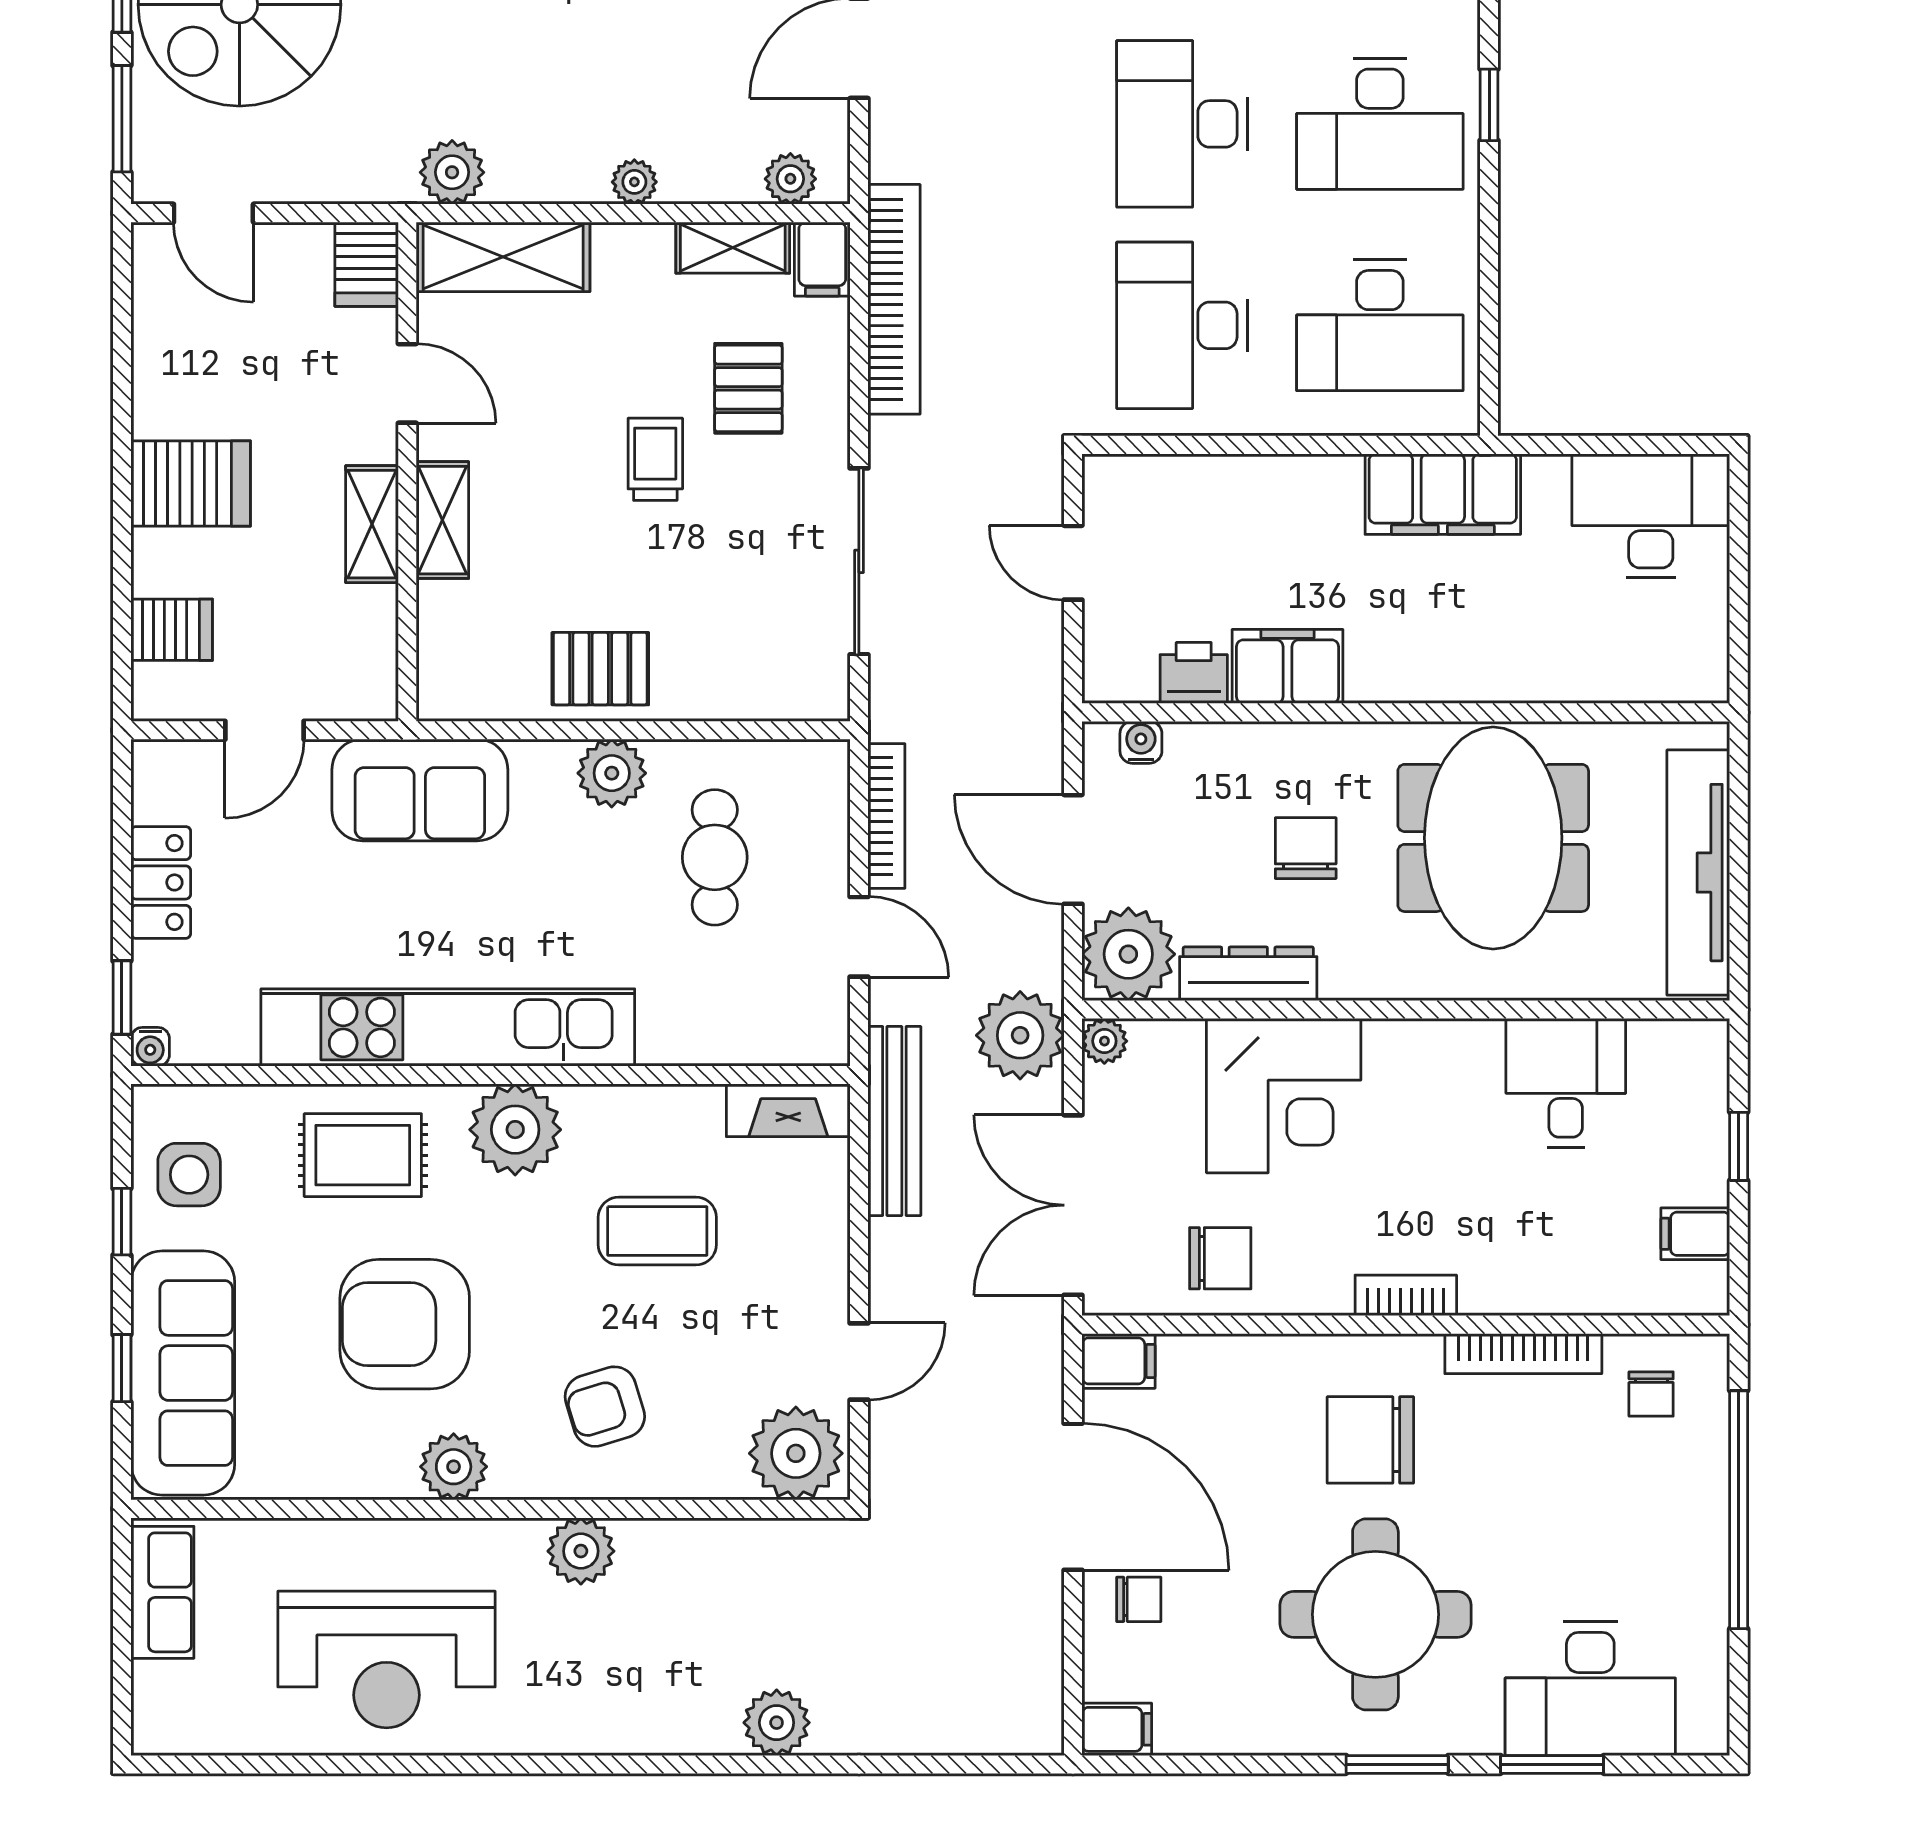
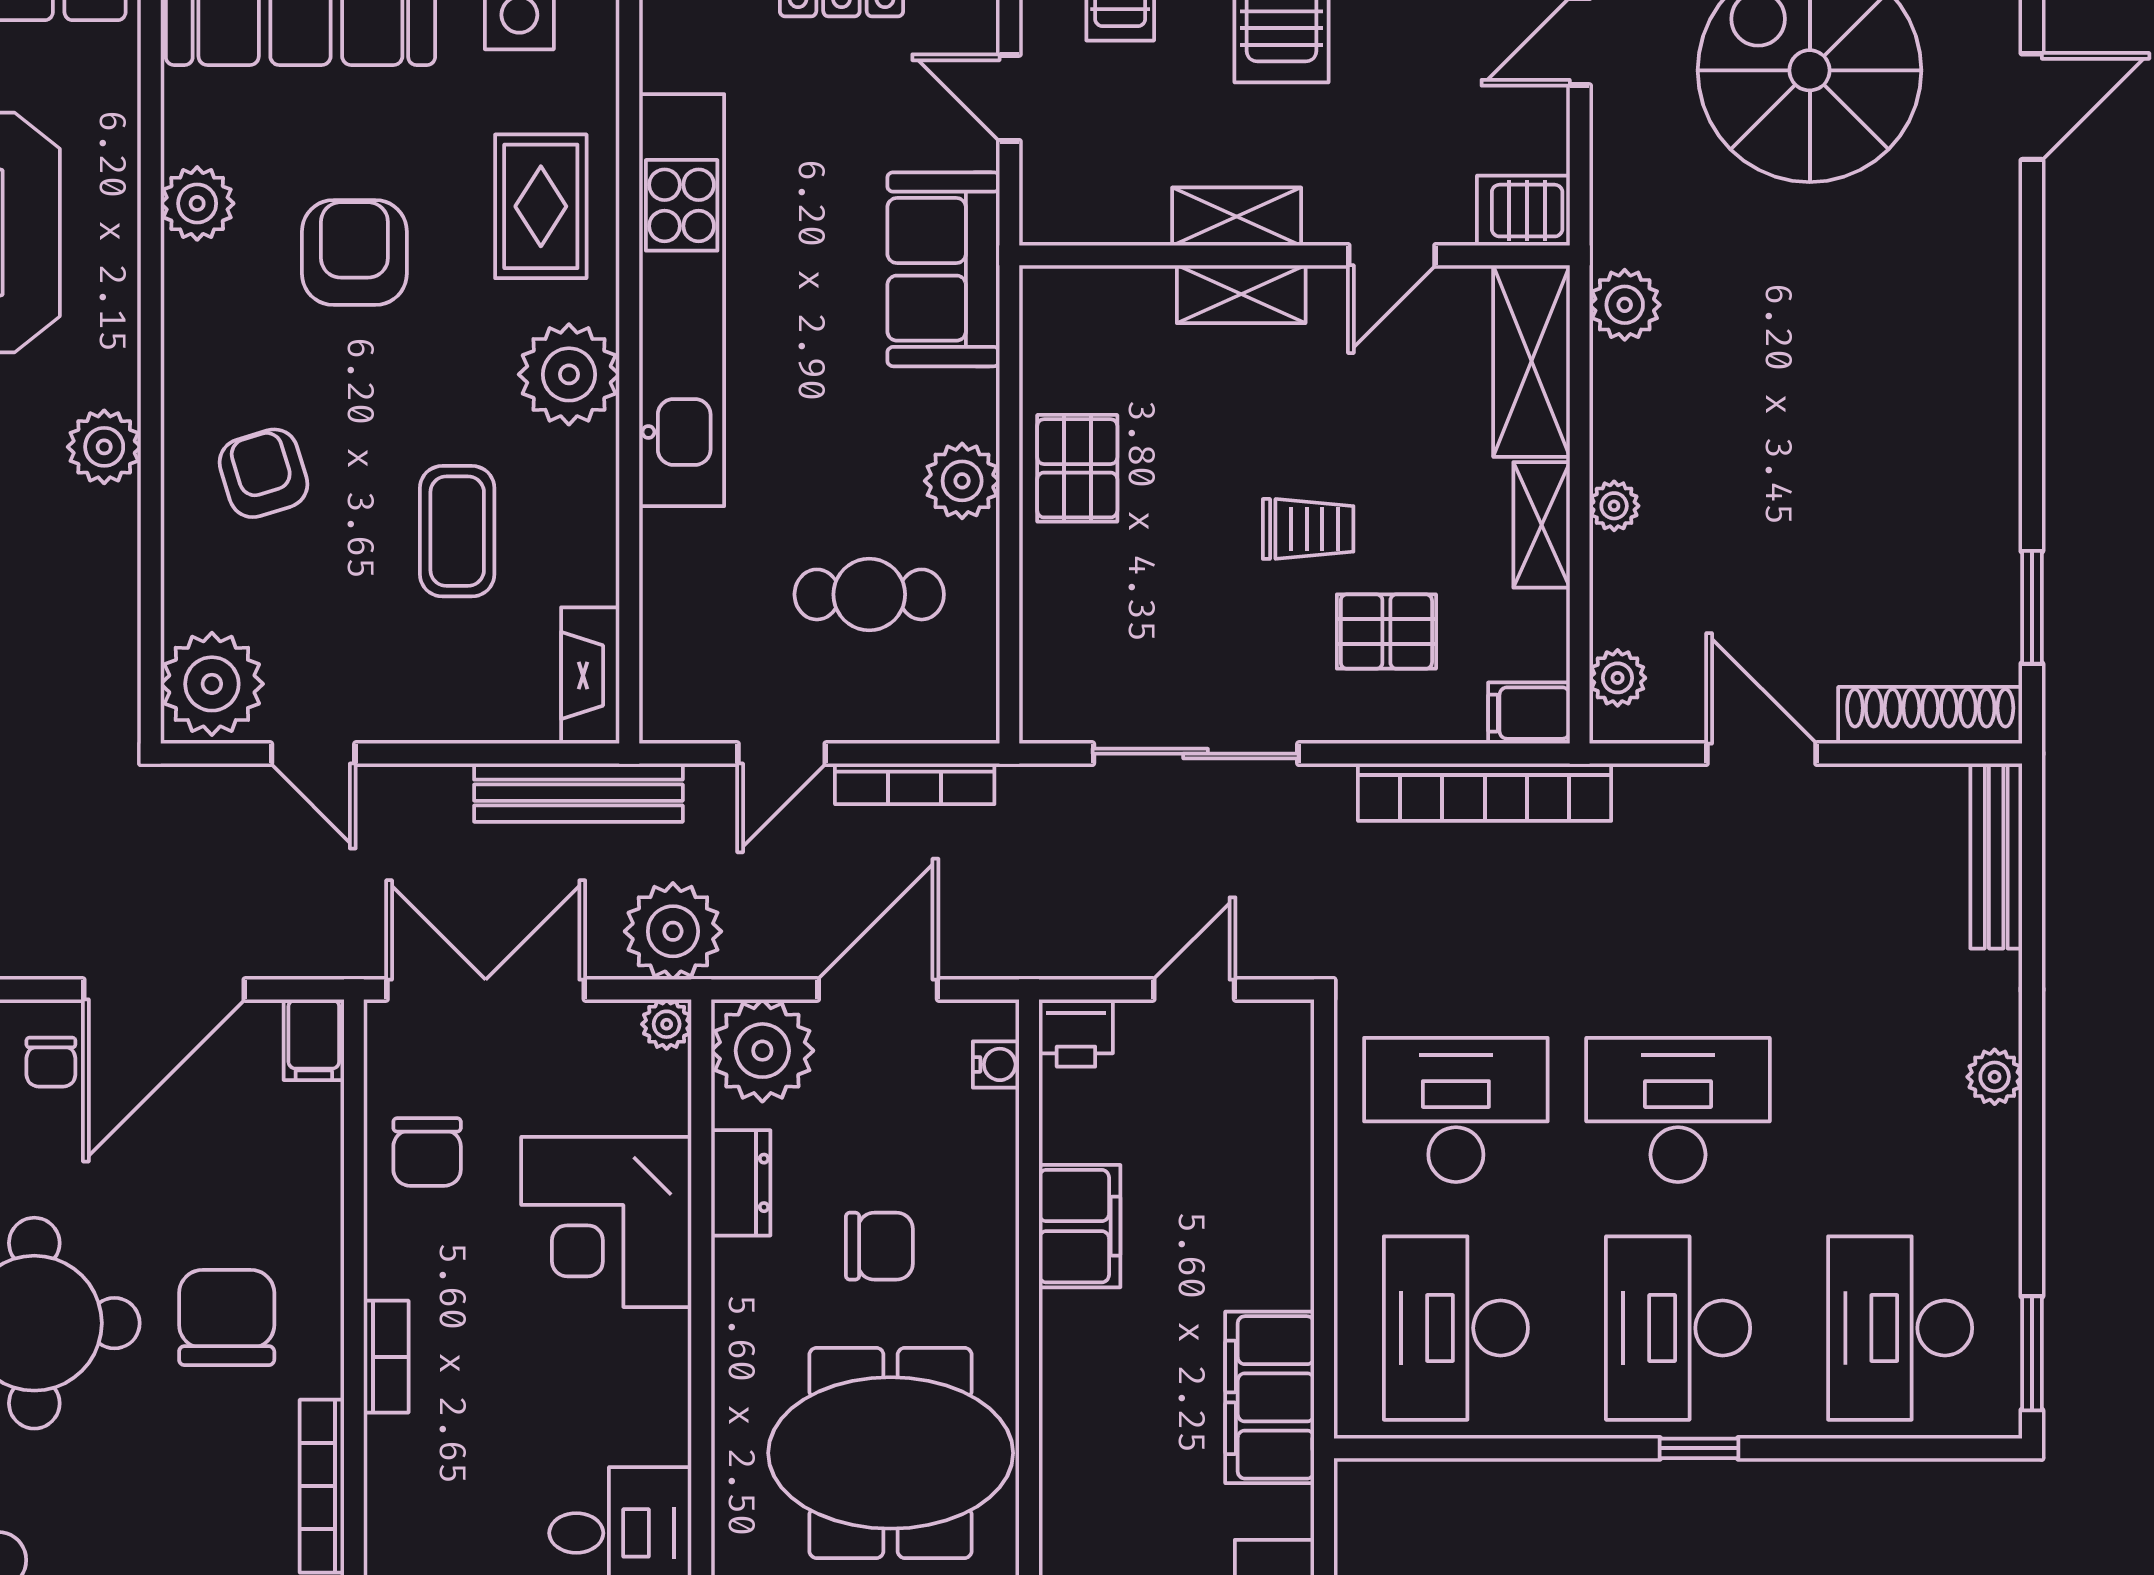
shelving: (733, 248) -> (1542, 525), moved
printer: (1194, 673) -> (1076, 1033), moved, turned 90
dresser: (1248, 974) -> (741, 1183), width x0.70
armchair: (405, 1324) -> (354, 253), width x0.73, depth x0.73
plant: (454, 1467) -> (197, 203), moved

